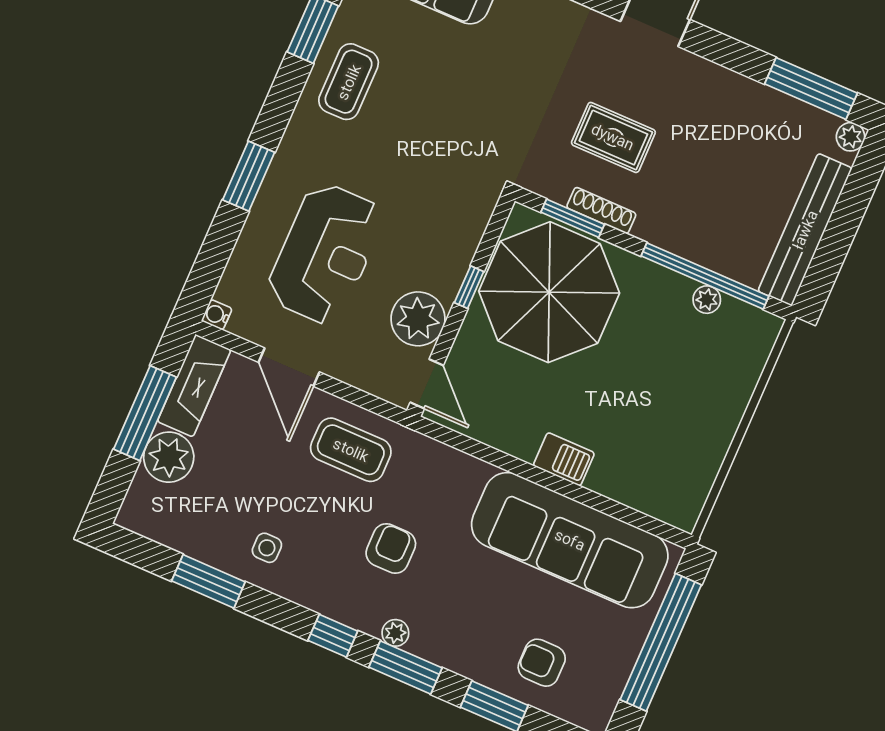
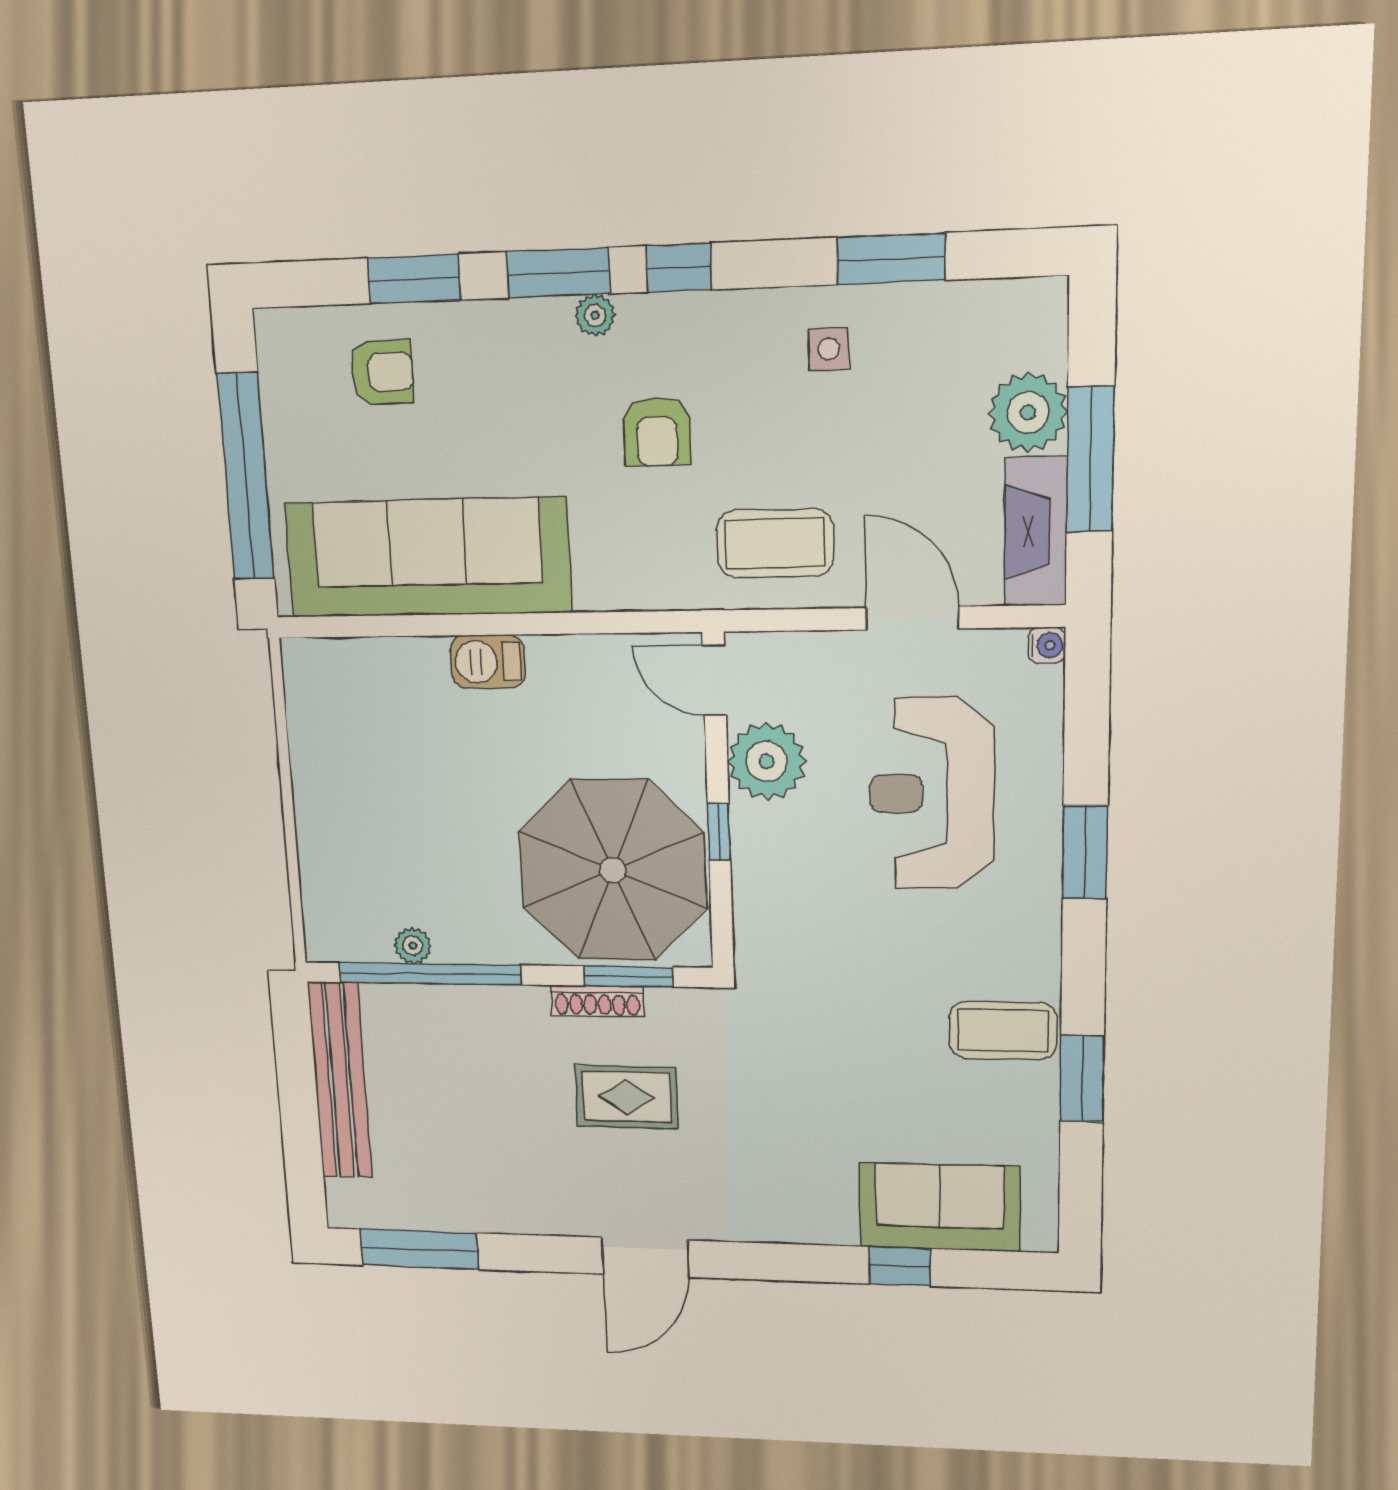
coffee table: (349, 82) -> (1003, 1031), turned 90
plant: (851, 137) -> (344, 1211), removed

